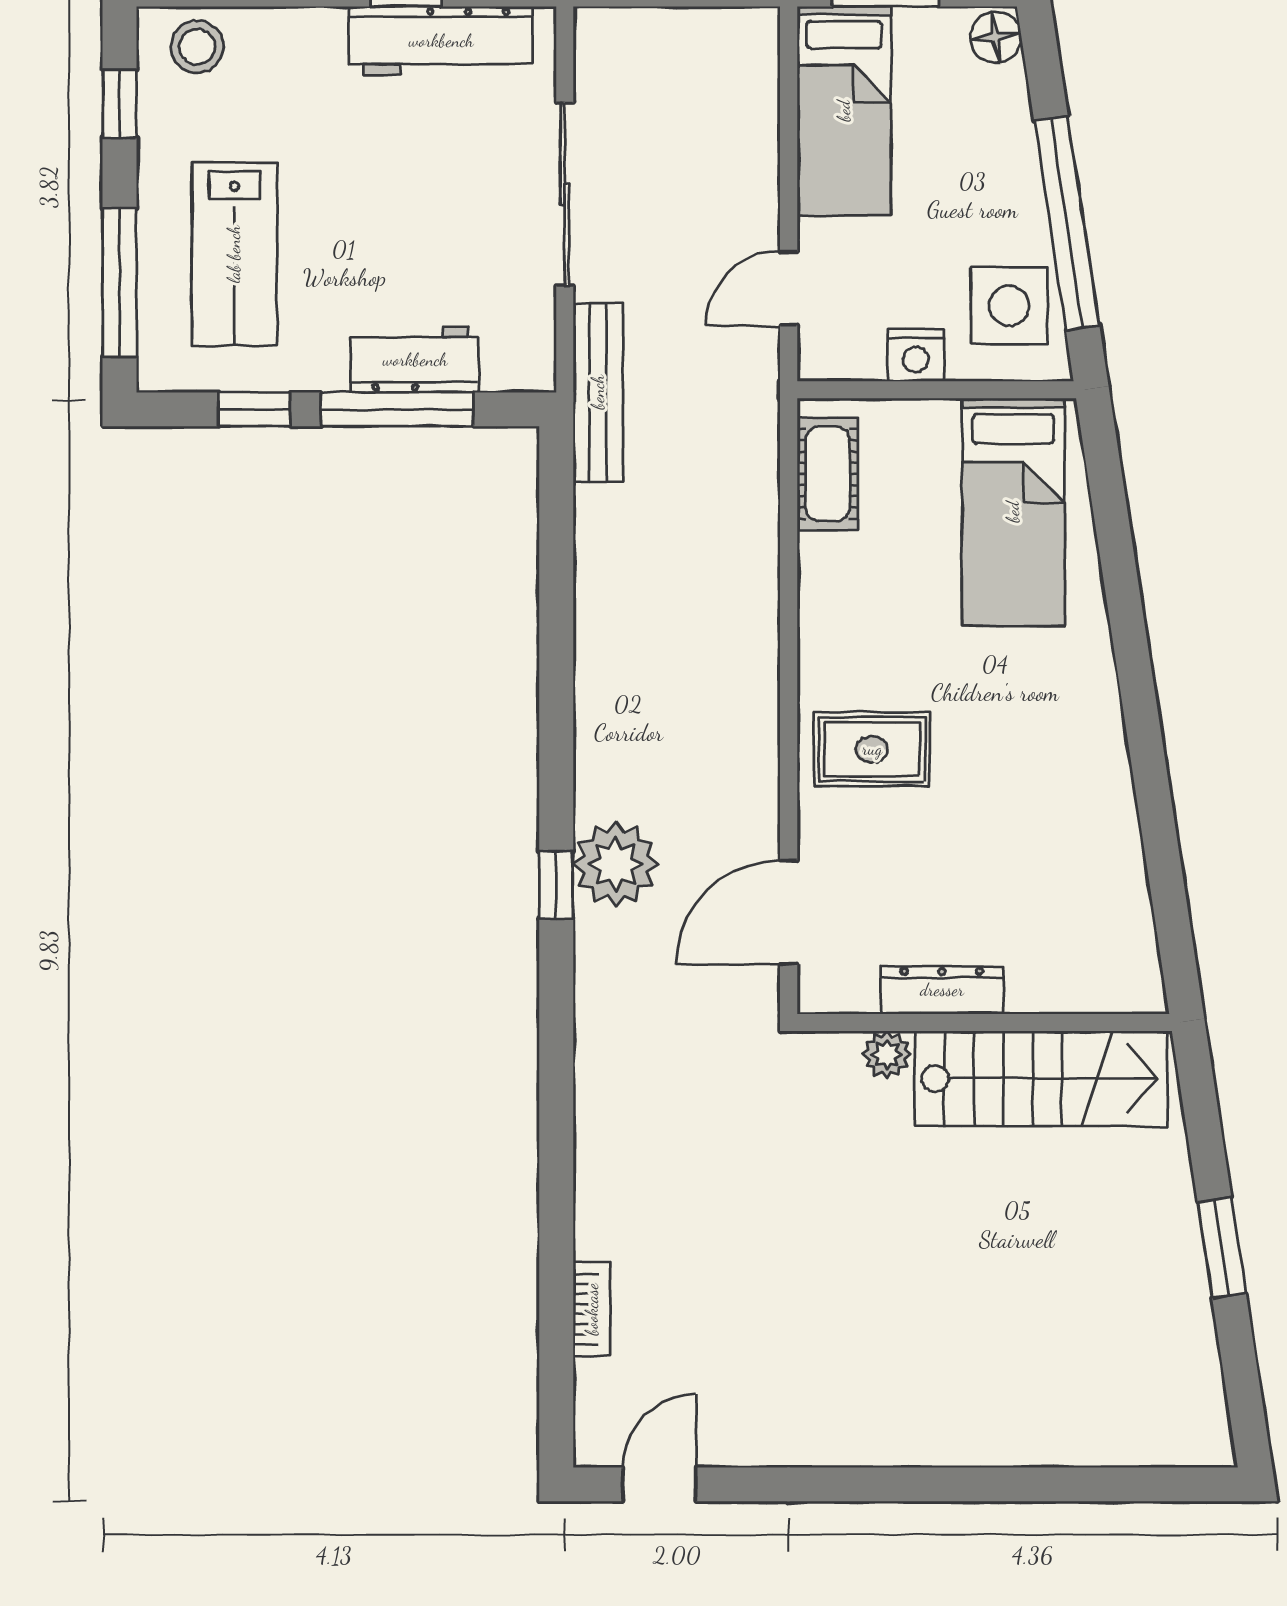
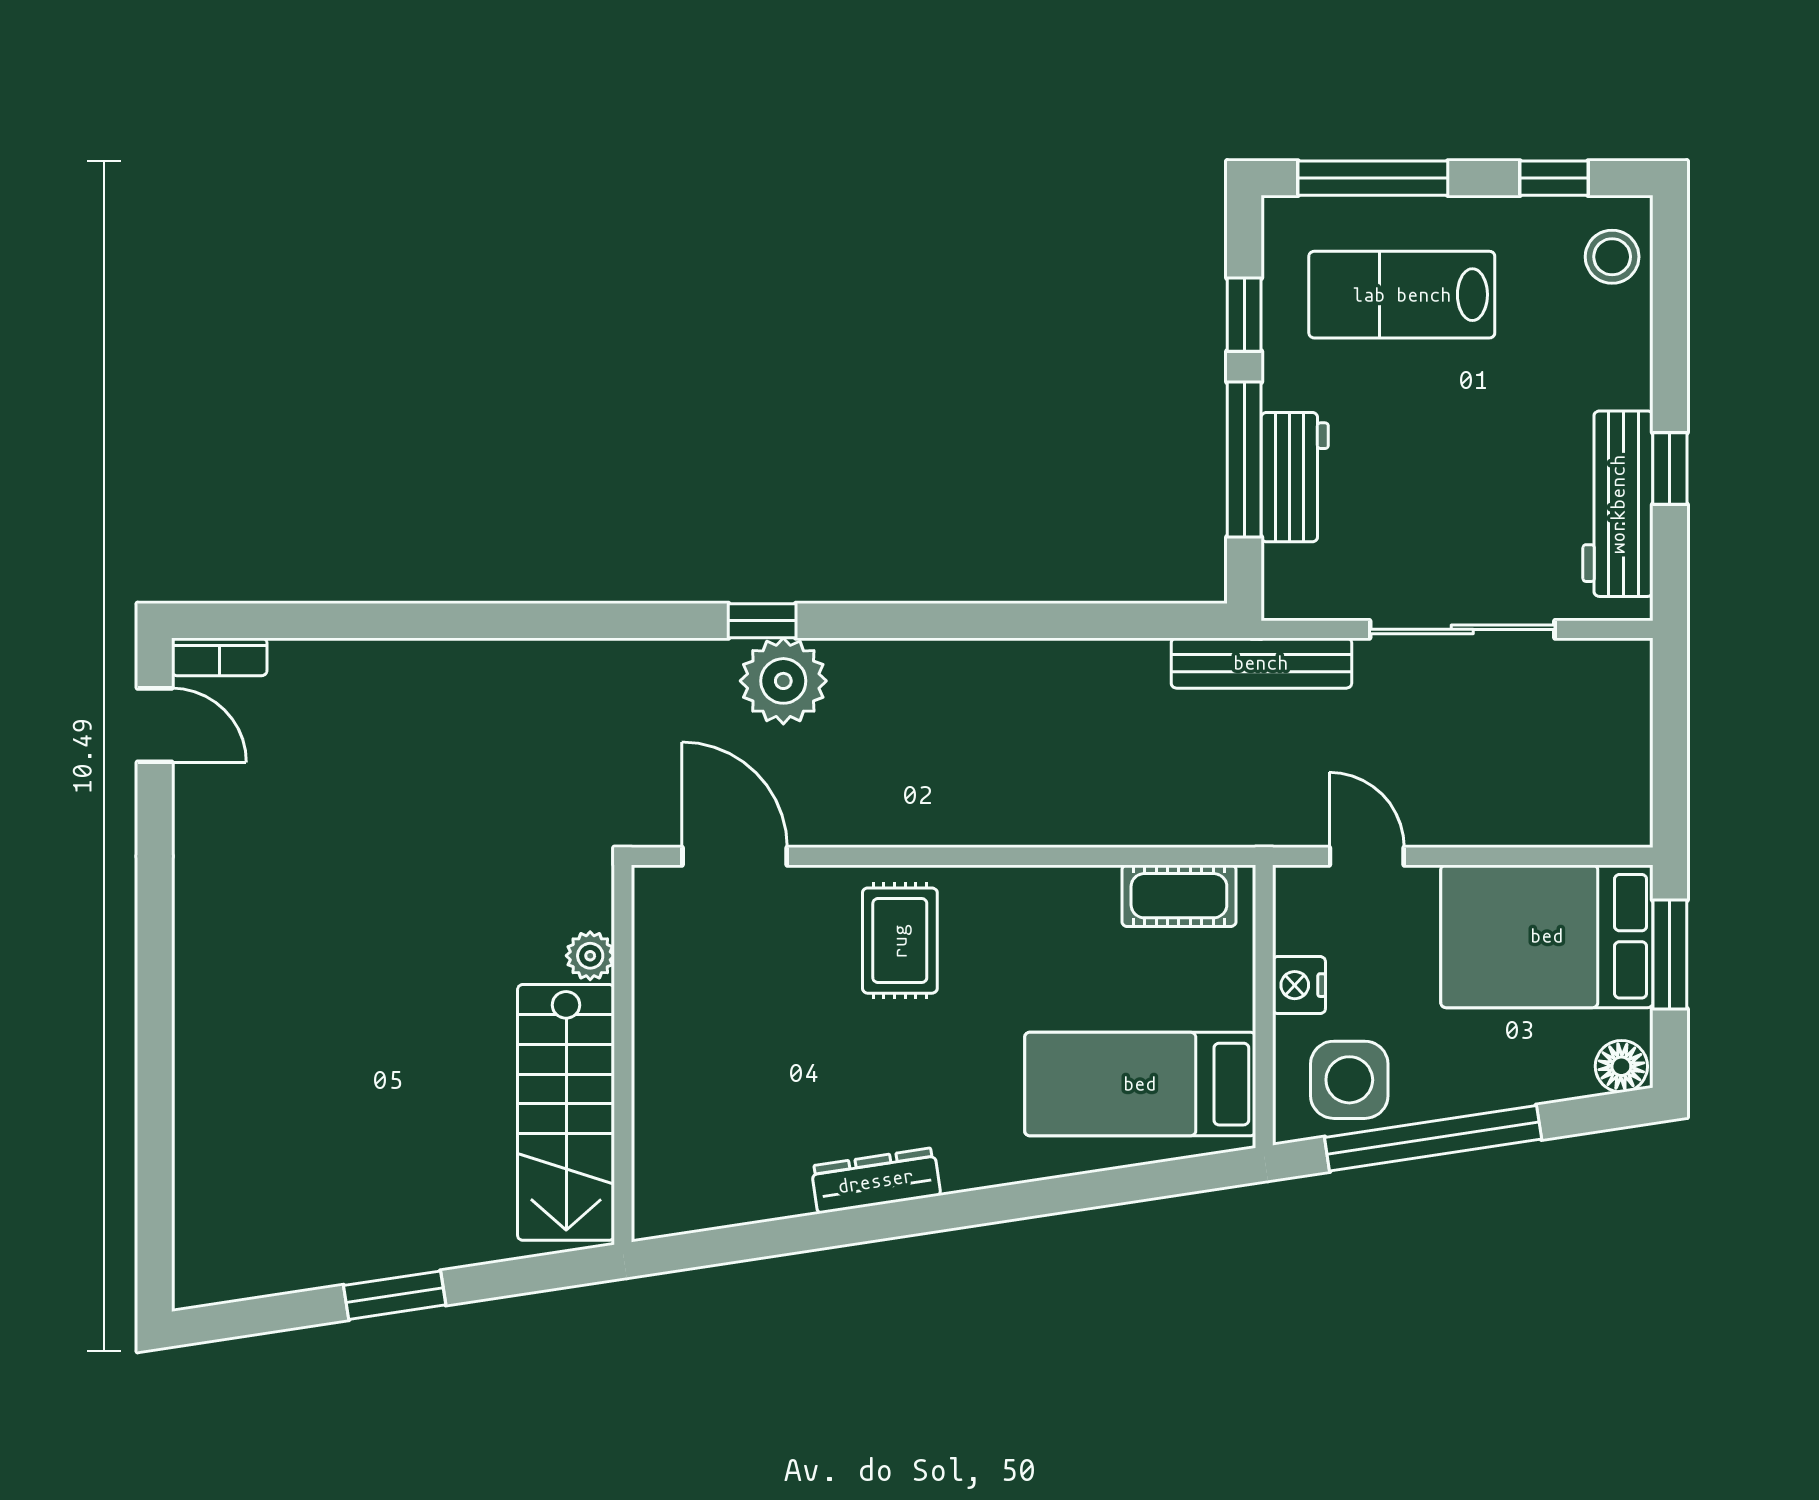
bed: (844, 111) -> (1547, 936), width x1.50
dresser: (942, 990) -> (876, 1181), moved, turned -99
bookcase: (592, 1309) -> (219, 657), moved

